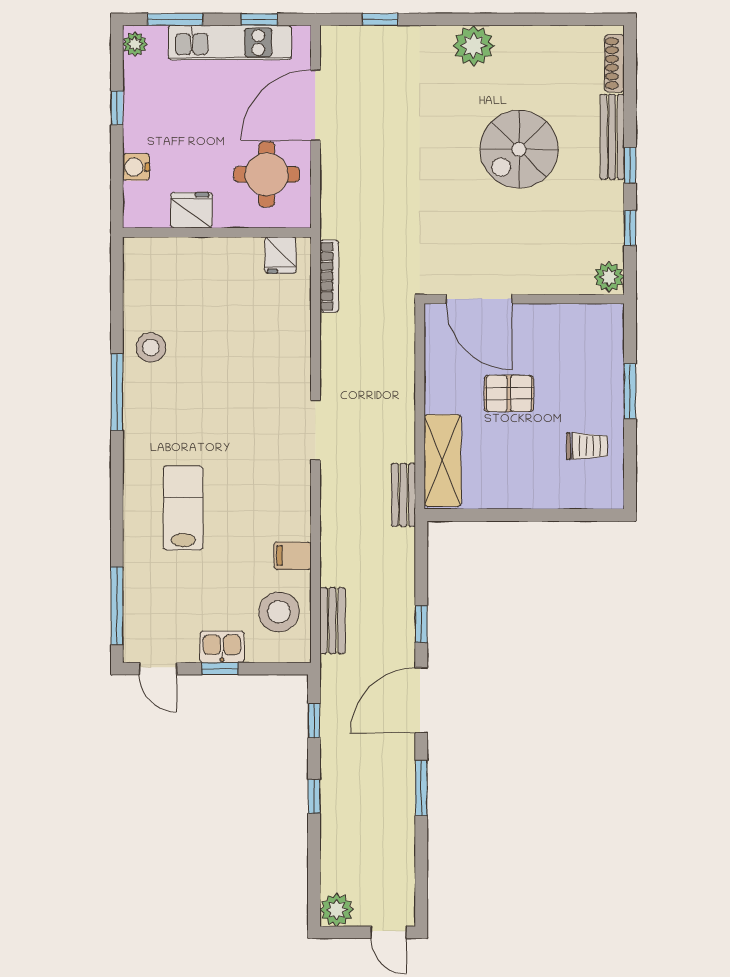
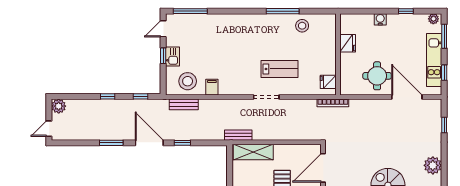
fridge: (191, 210) -> (348, 43), moved
wall: (217, 232) -> (338, 54), moved
fridge: (280, 255) -> (328, 82), moved
lab bench: (183, 508) -> (279, 69), moved

